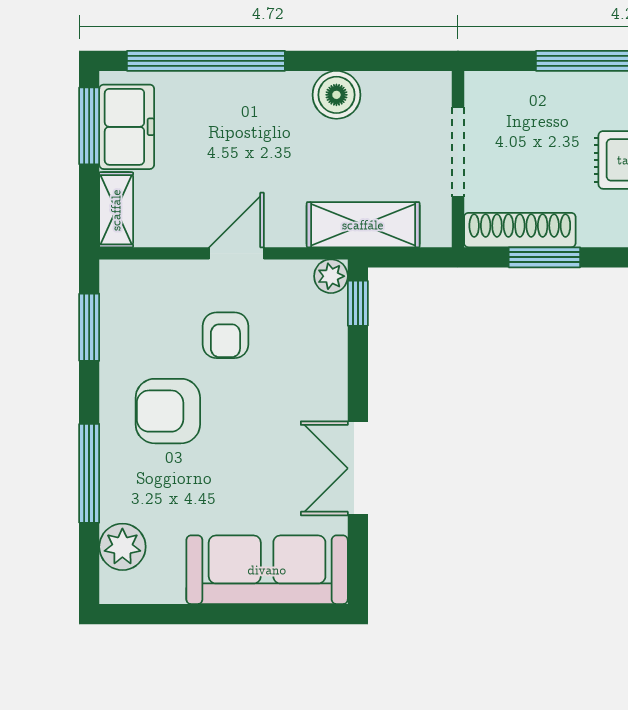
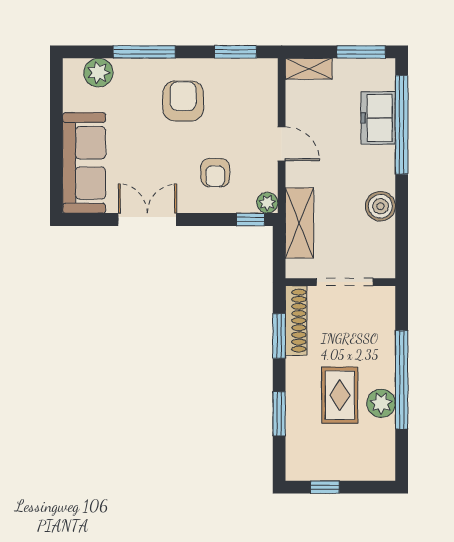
freezer: (127, 127) -> (378, 118), moved, turned 90
armchair: (225, 335) -> (215, 173), moved, turned -90

